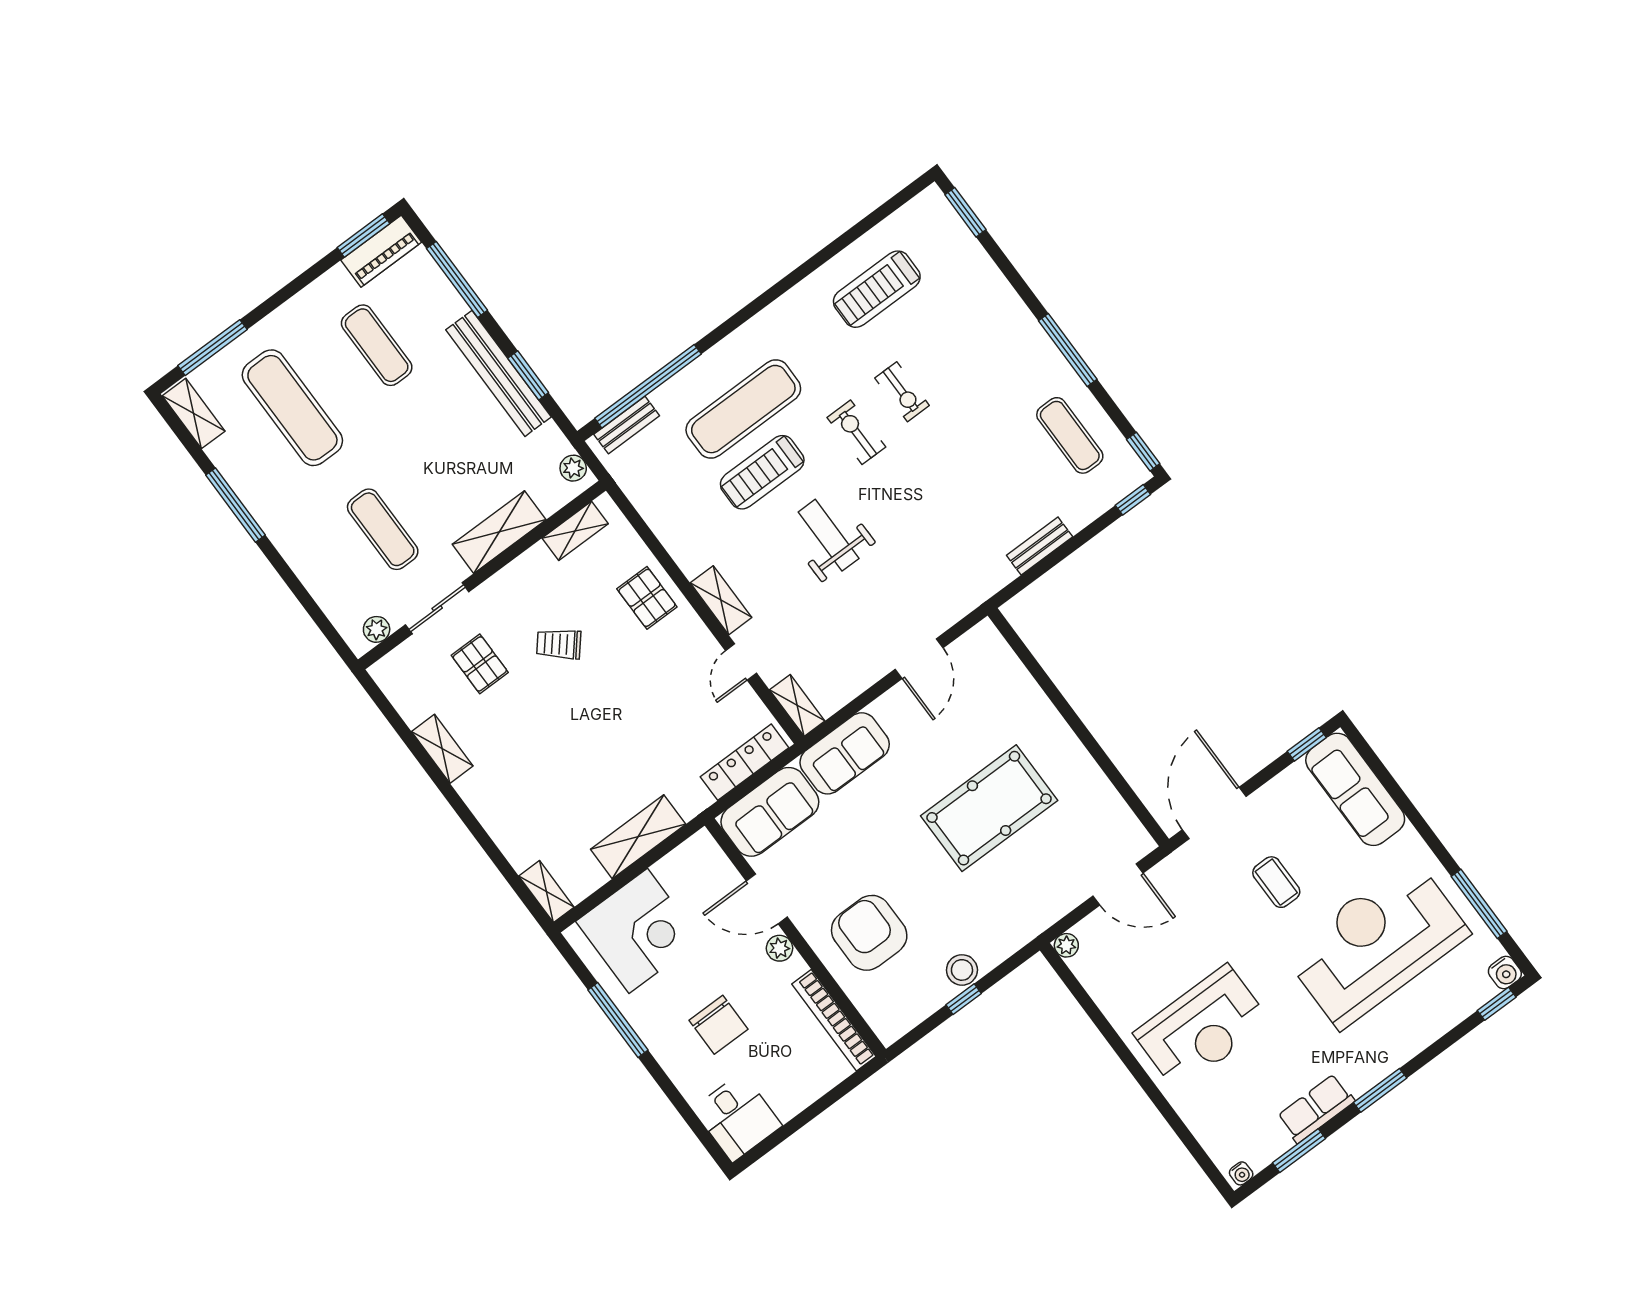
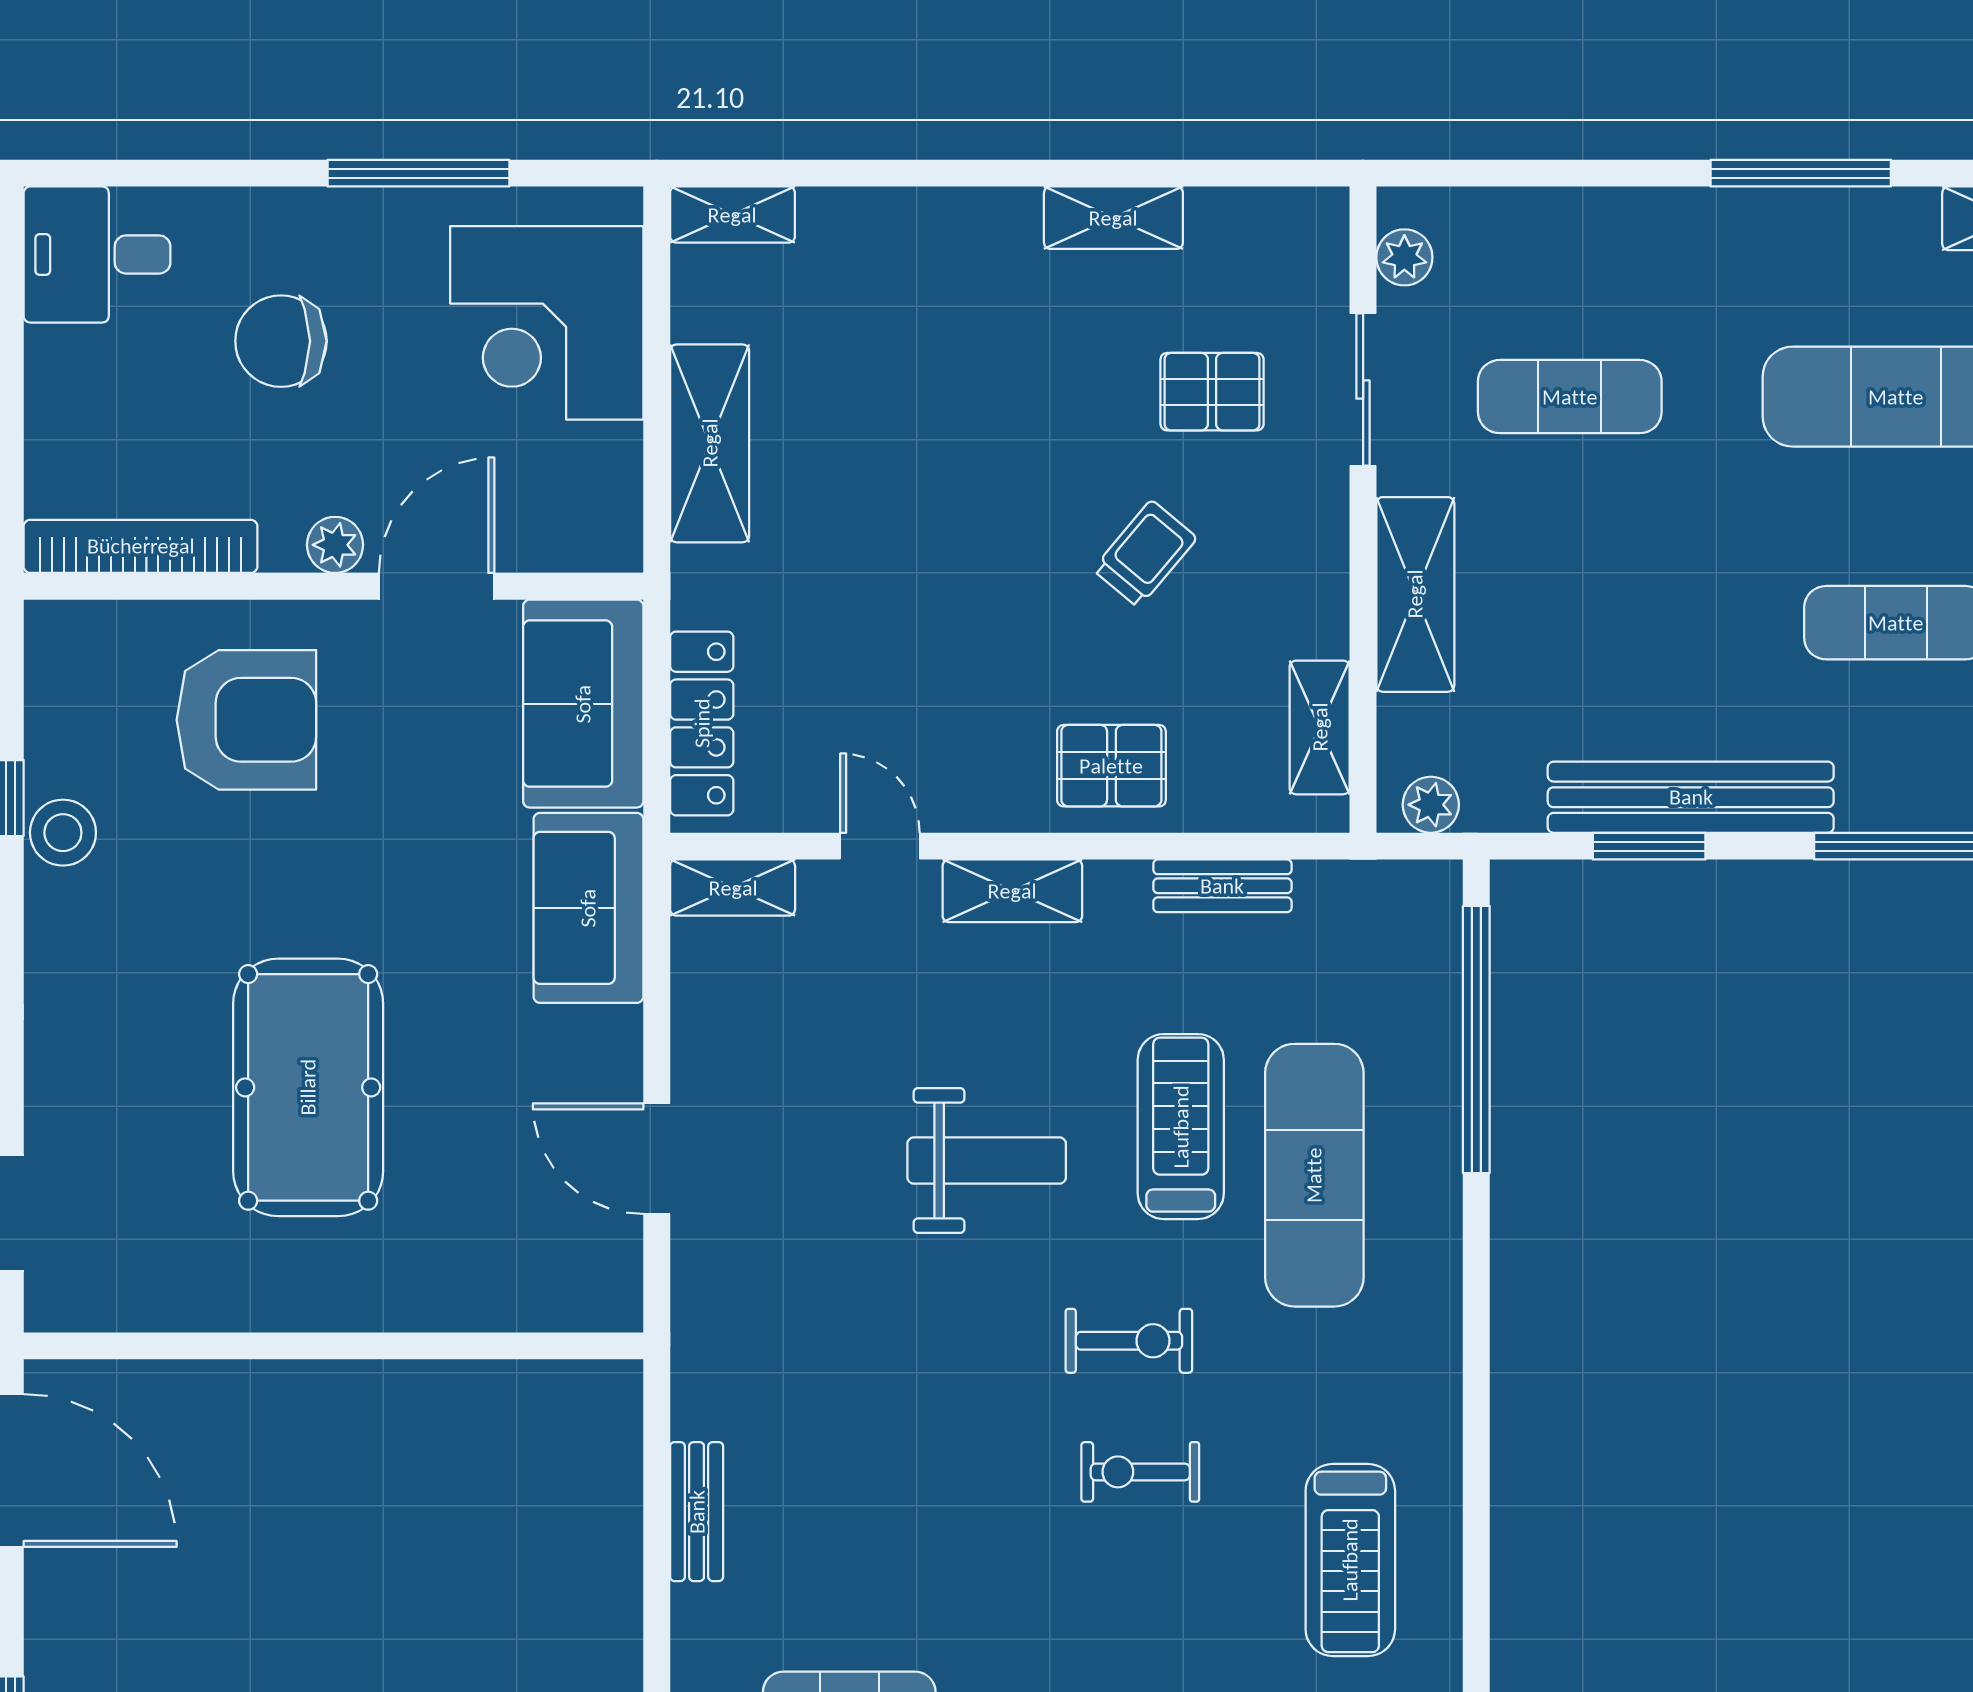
treadmill: (877, 289) -> (1350, 1560), turned 180
bench: (627, 425) -> (1222, 886), moved, turned 90

